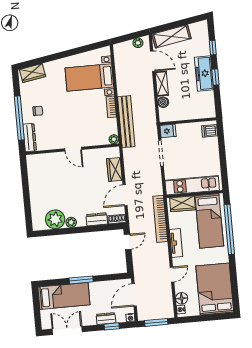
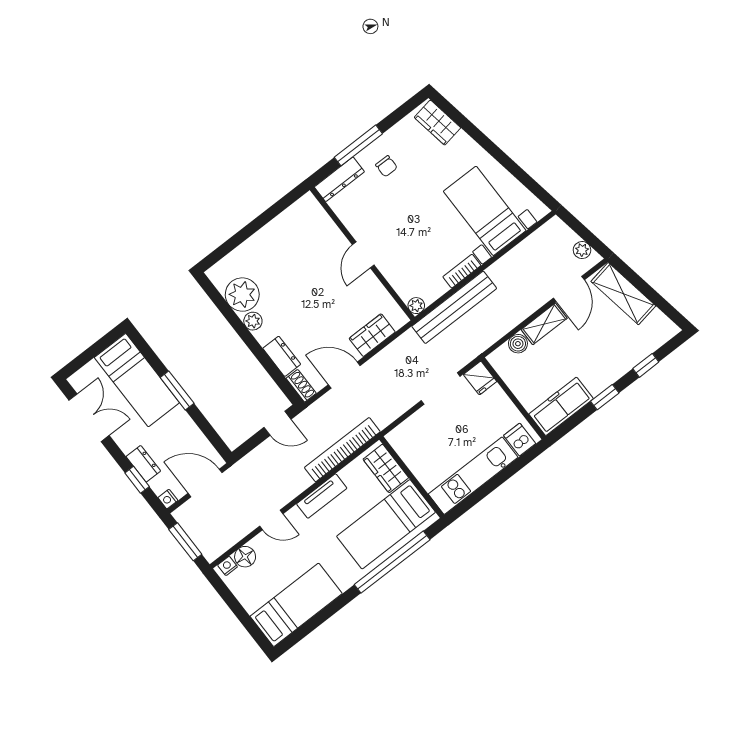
freezer: (204, 73) -> (561, 406), moved
window: (19, 118) -> (358, 145), width x0.68
kitchen unit: (192, 185) -> (473, 476), moved, turned -90
bed: (215, 289) -> (296, 605), width x0.67

